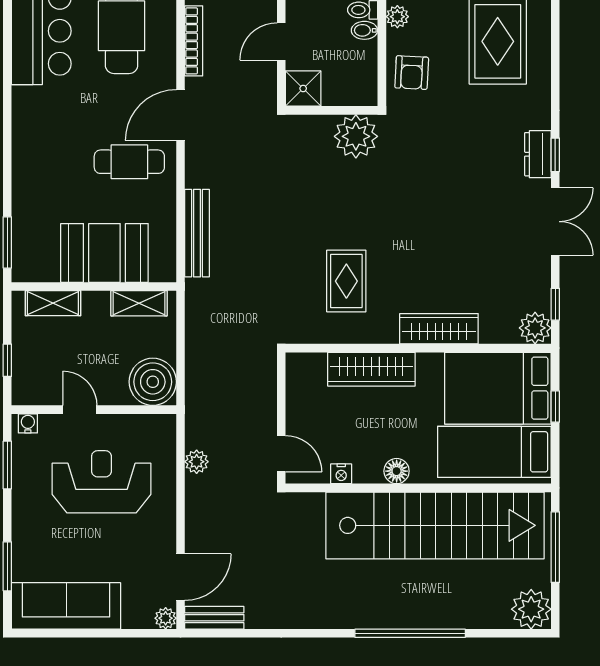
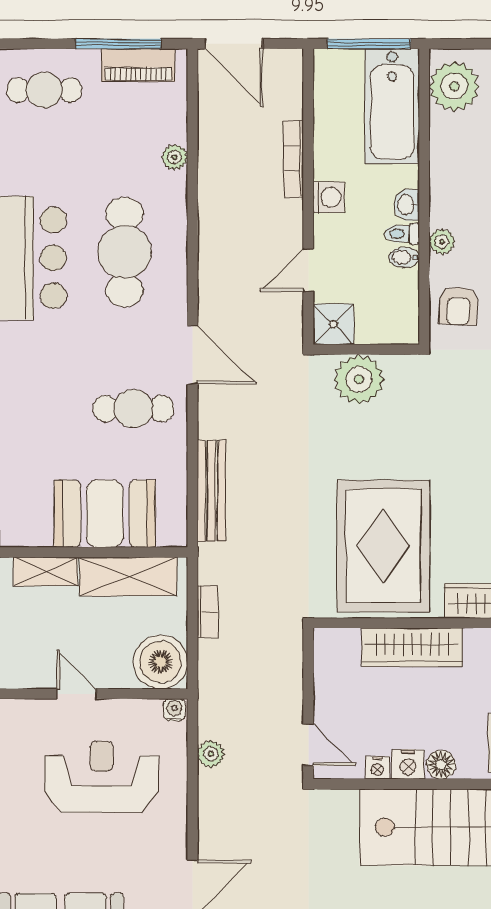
bookcase: (194, 41) -> (208, 612), moved, width x0.64
door: (181, 115) -> (192, 355), swing flipped
plant: (356, 136) -> (359, 379), moved
rug: (346, 281) -> (383, 546), width x1.86, depth x2.06
shelving: (139, 303) -> (128, 576), width x1.50, depth x1.33
water cooler: (28, 423) -> (174, 710), moved
nightstand: (368, 471) -> (408, 764), added

